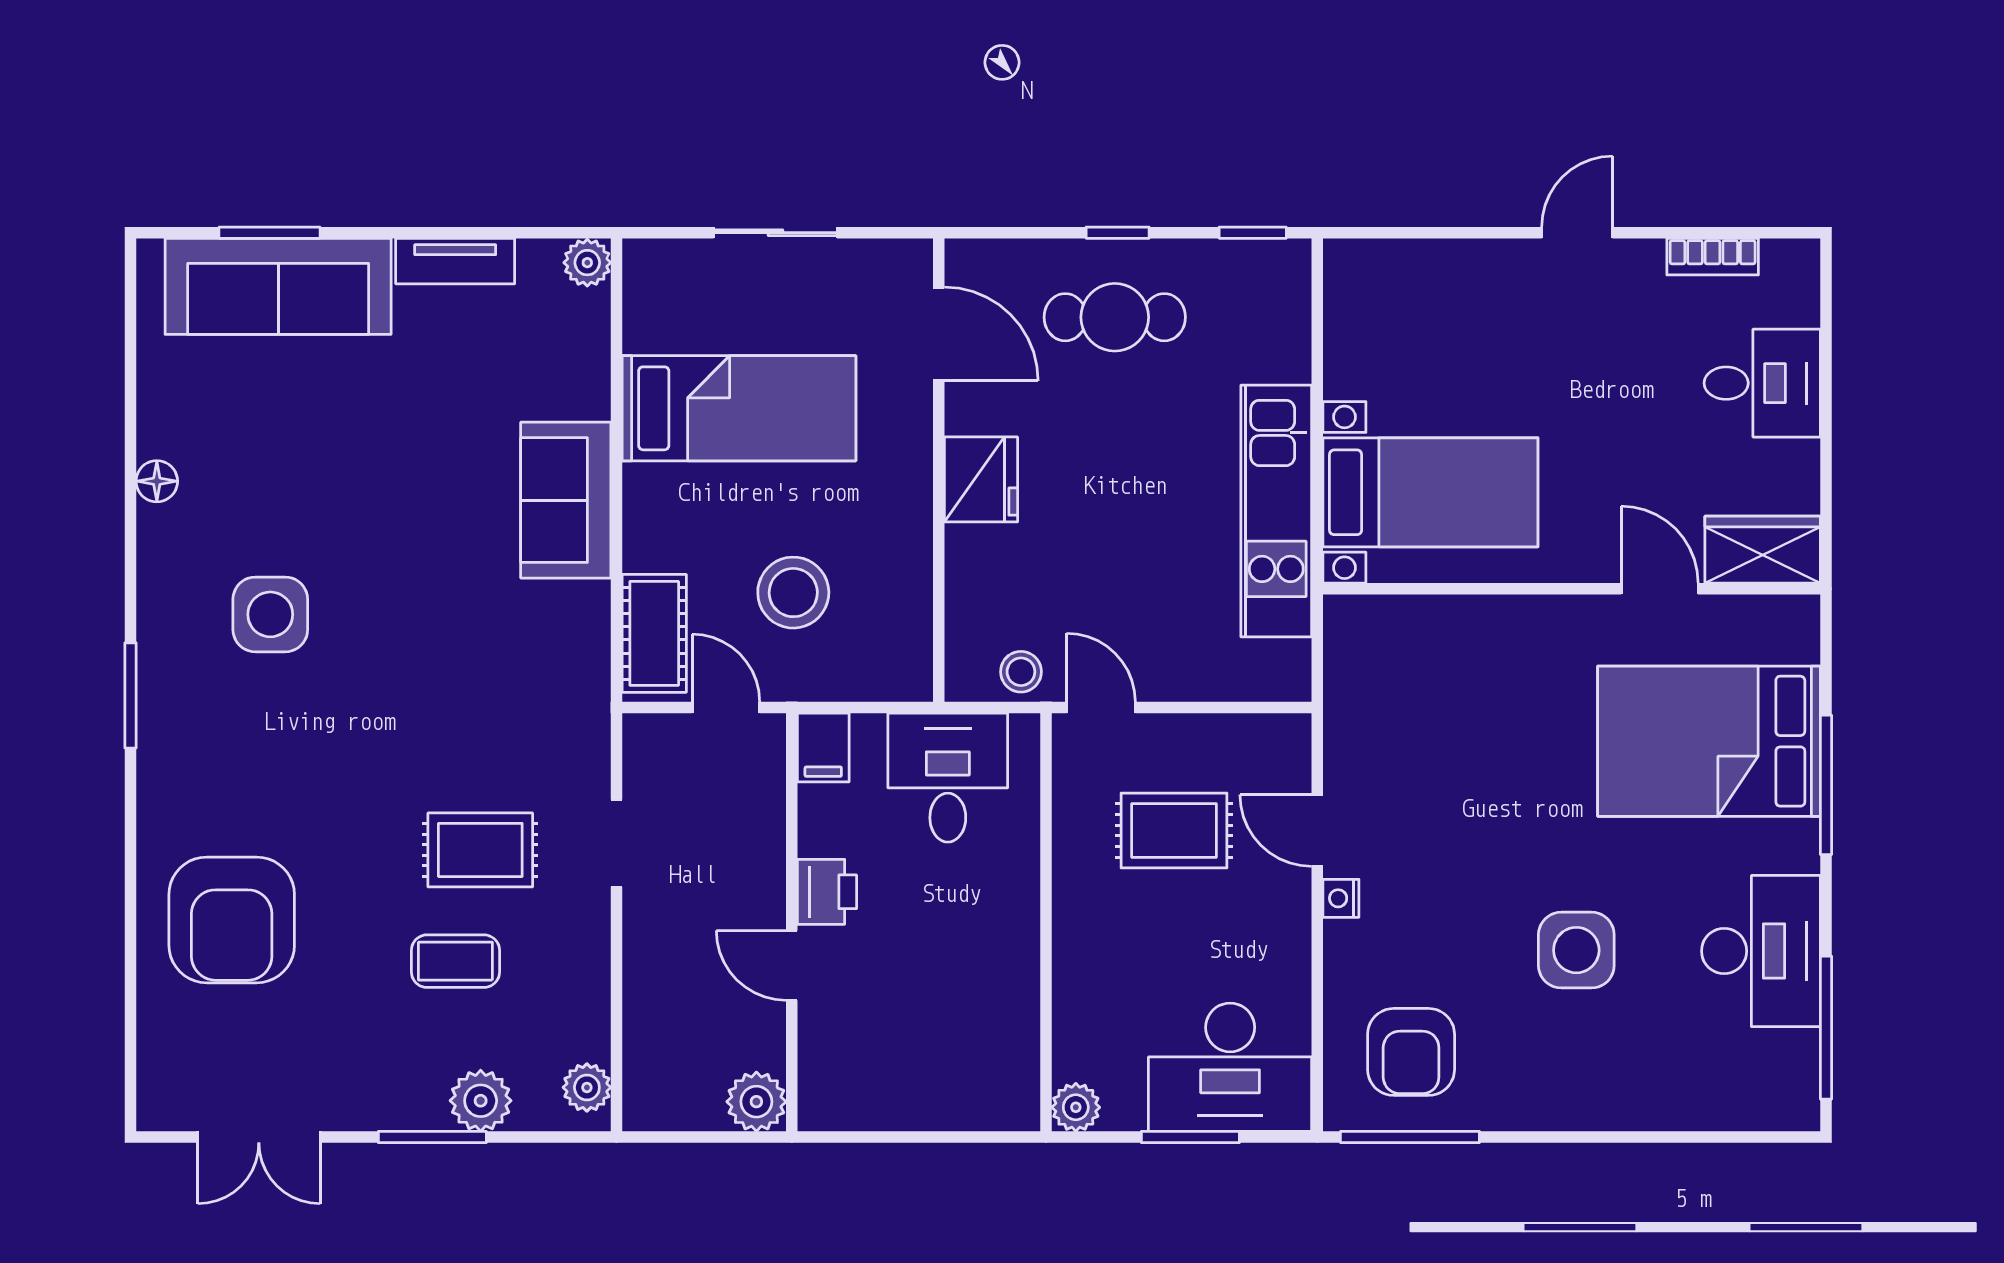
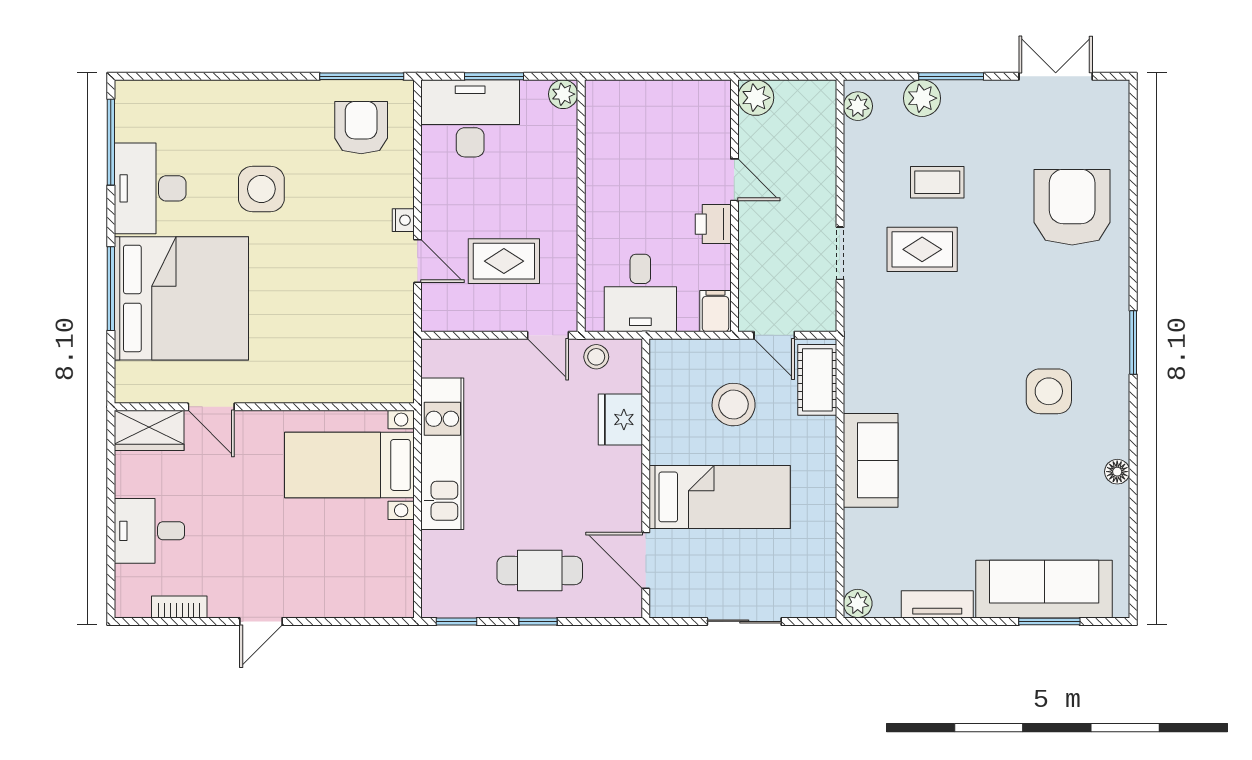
bed: (739, 408) -> (720, 497), moved, turned 180
fridge: (981, 479) -> (620, 420), moved
bed: (1709, 741) -> (181, 298), width x1.36

